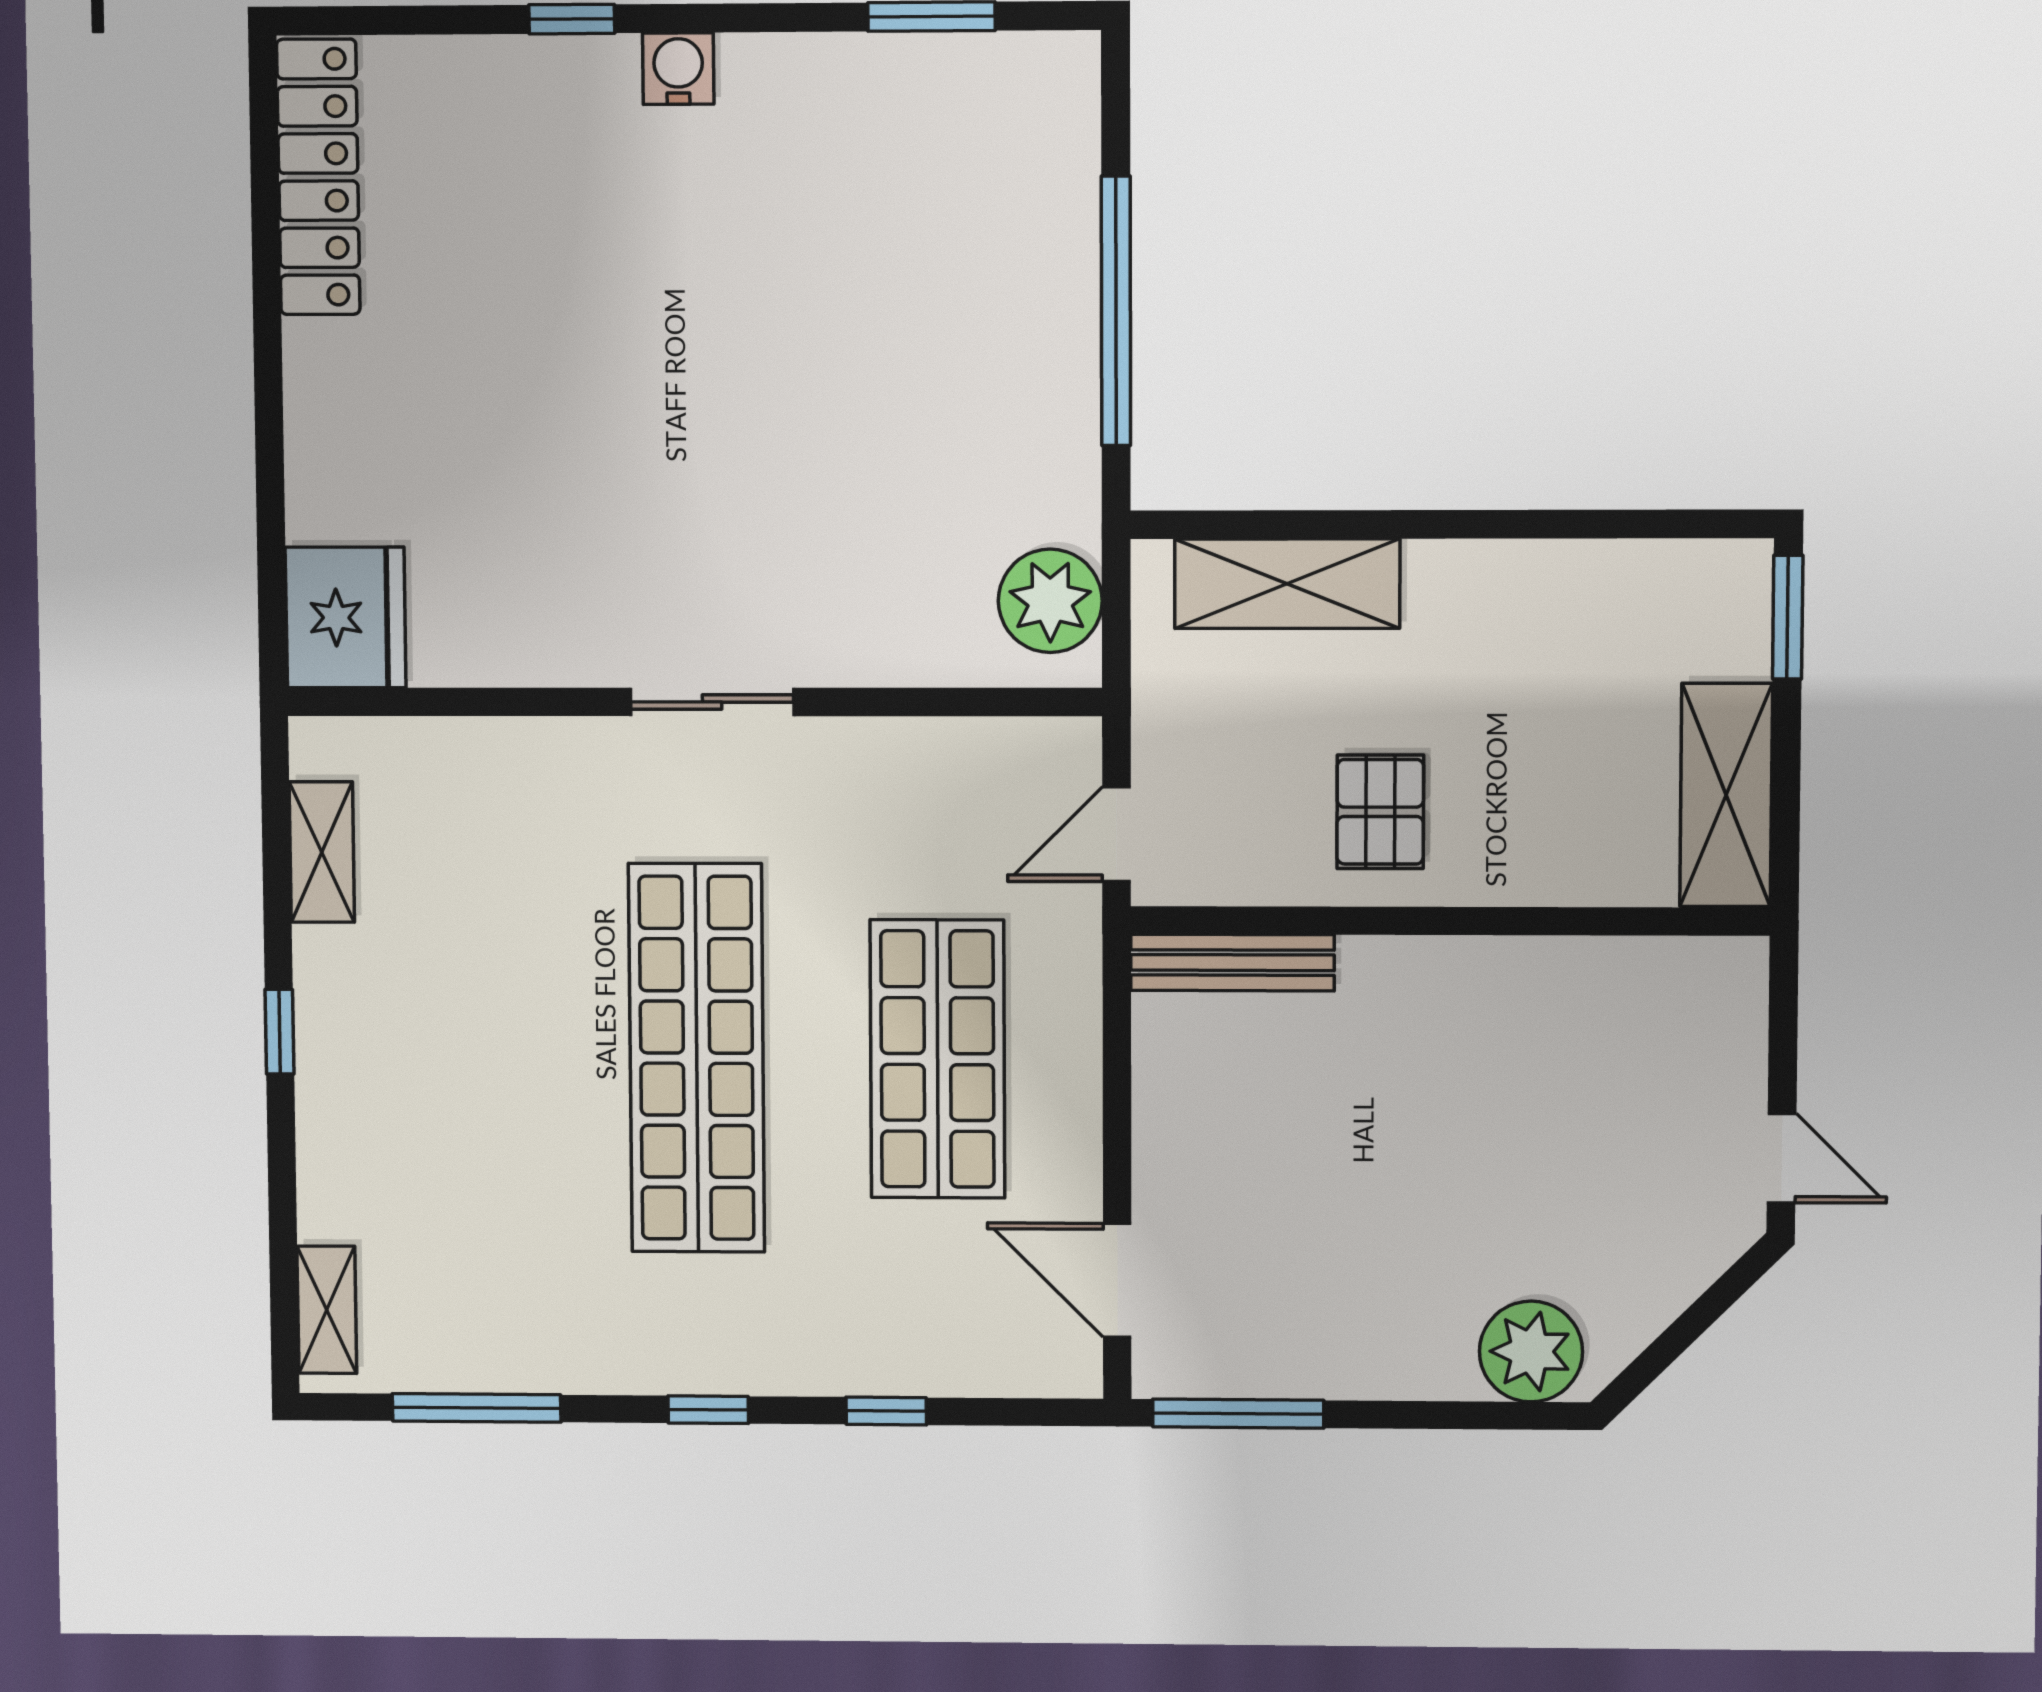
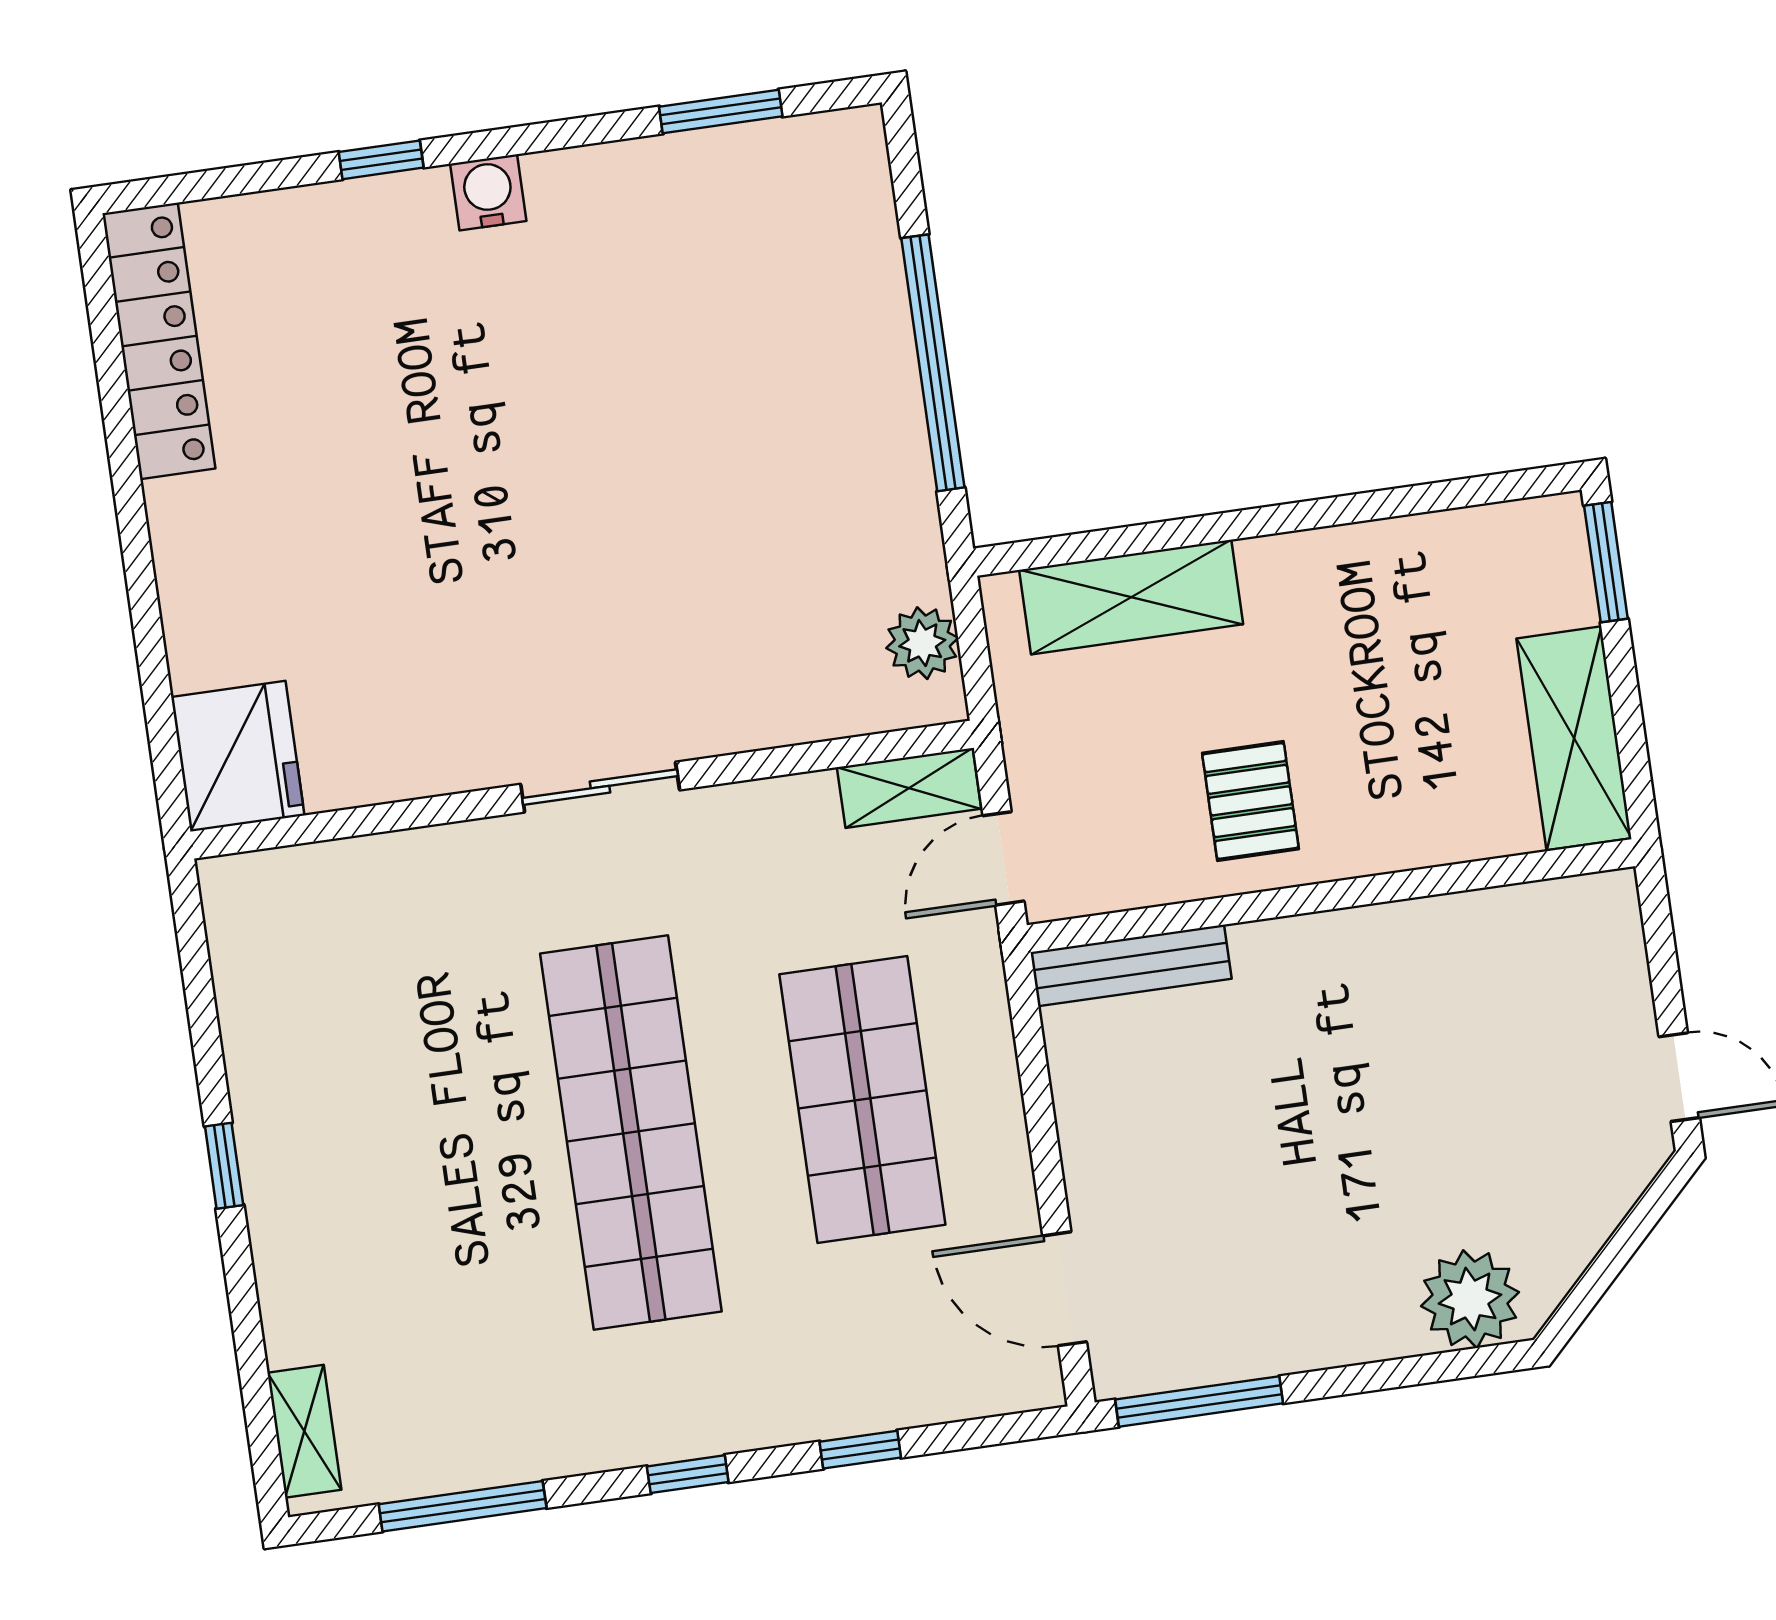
plant: (1050, 601) -> (922, 643), width x0.73, depth x0.73
shelving: (322, 852) -> (909, 788), moved, turned 90

